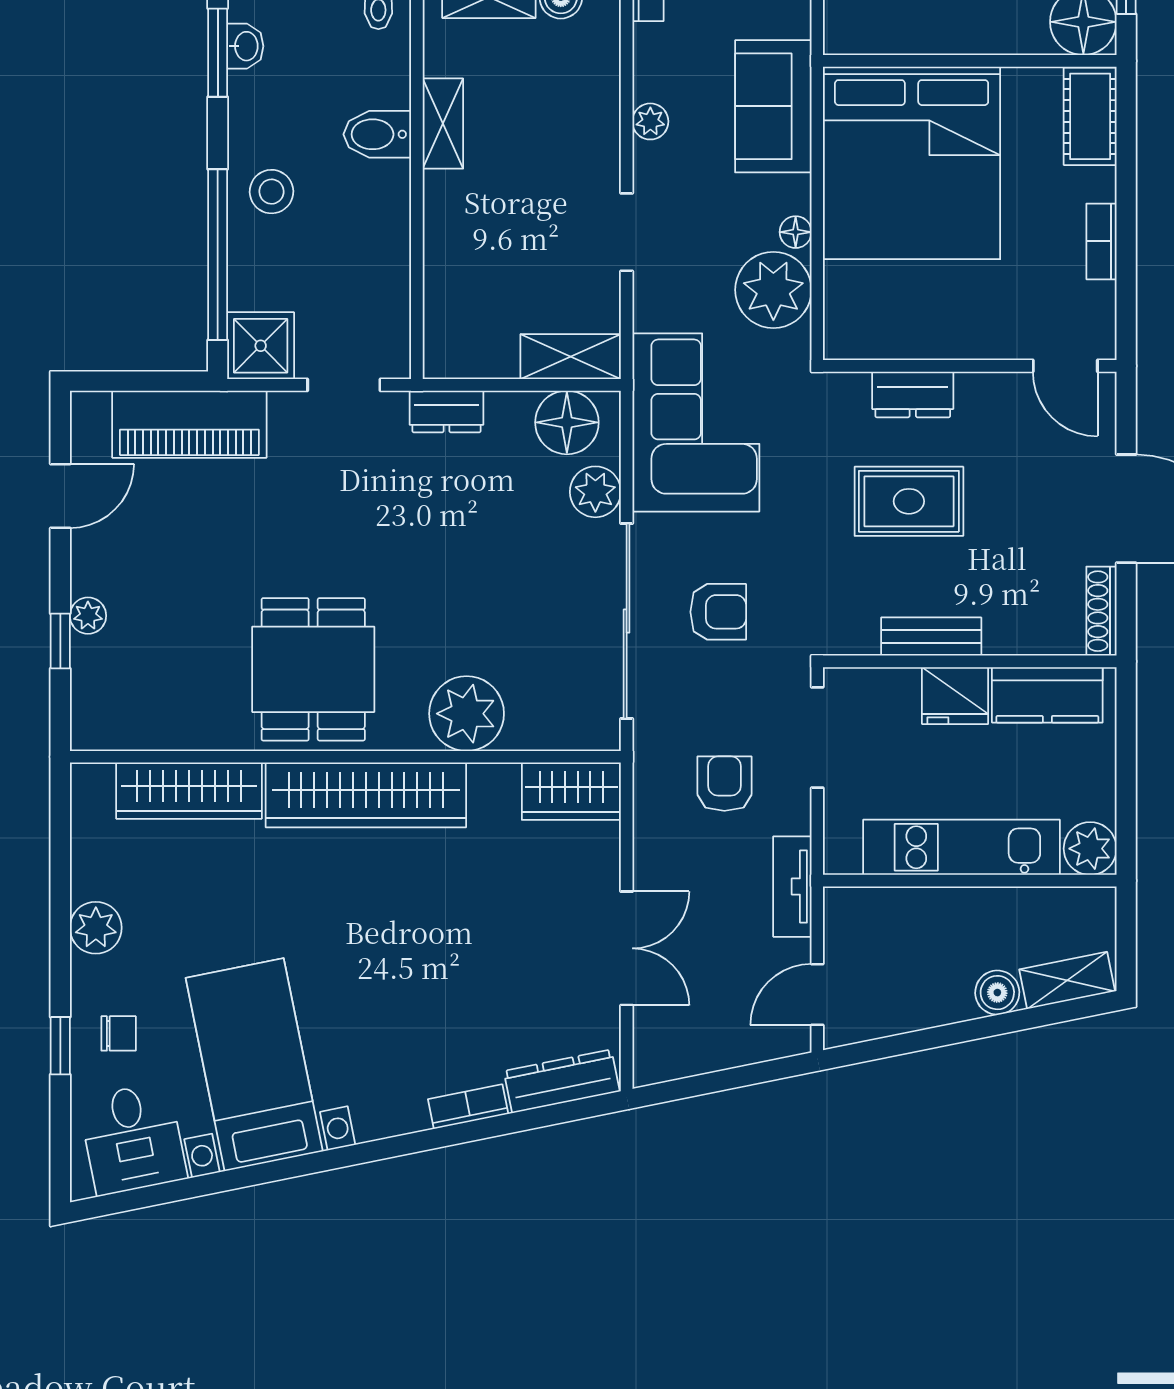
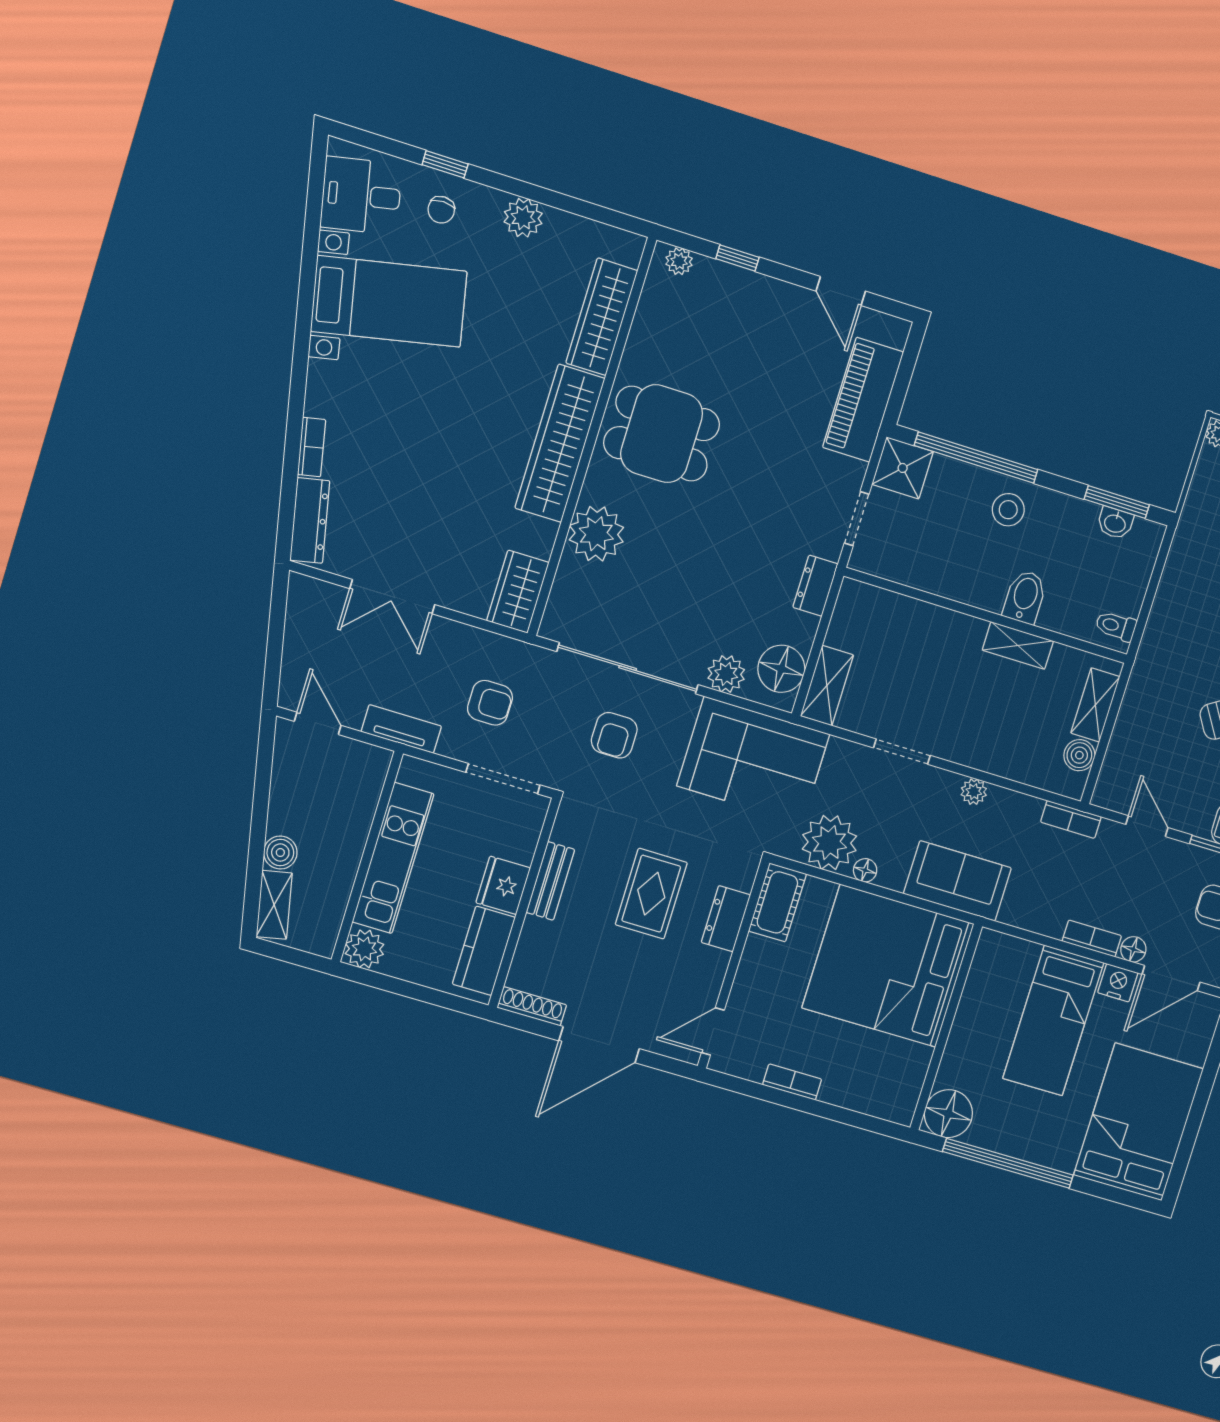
cot: (1090, 116) -> (777, 902), moved, turned 90
plant: (88, 616) -> (679, 261), moved

